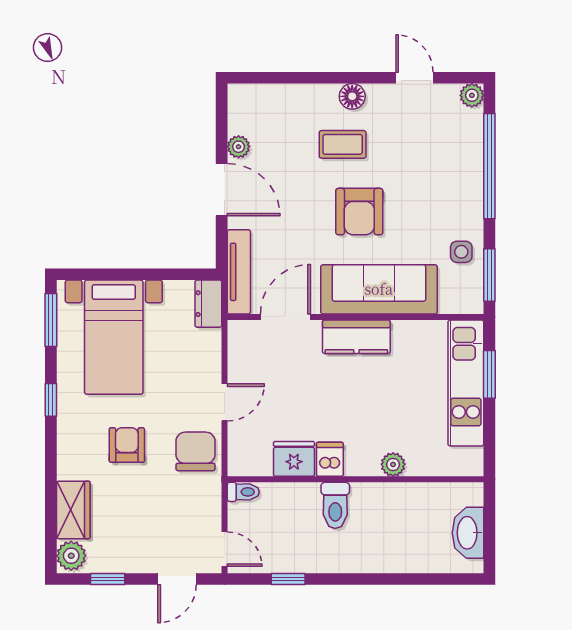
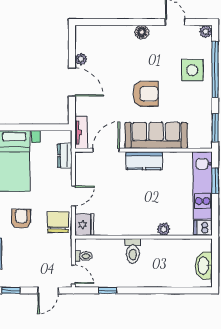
coffee table: (343, 144) -> (137, 58), removed
armchair: (359, 212) -> (146, 94), turned -90
side table: (461, 252) -> (192, 70), moved, width x1.87, depth x1.87
tv unit: (239, 272) -> (81, 133), width x0.71
dresser: (208, 304) -> (65, 156), moved
fridge: (294, 459) -> (84, 225), moved, turned 90
dishwasher: (330, 459) -> (203, 228), moved, turned -90
toilet: (243, 492) -> (83, 256), moved

